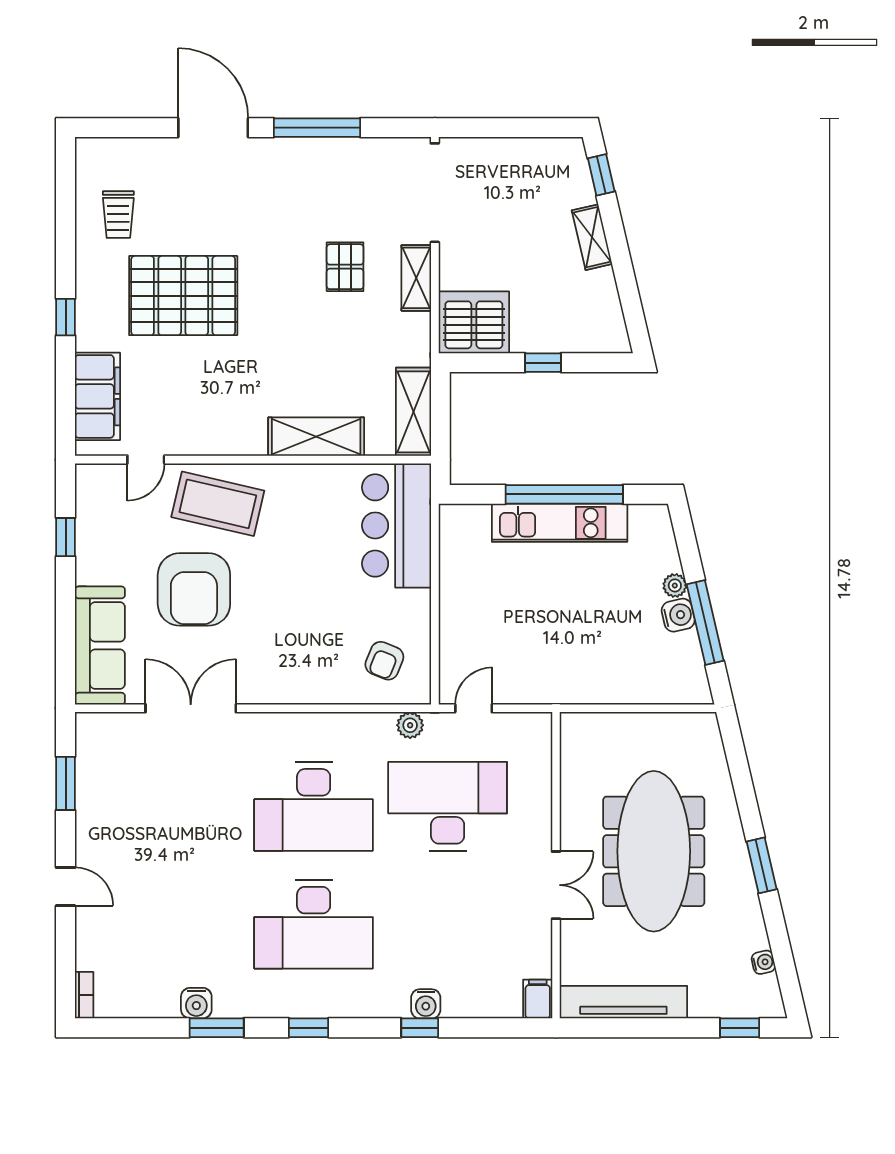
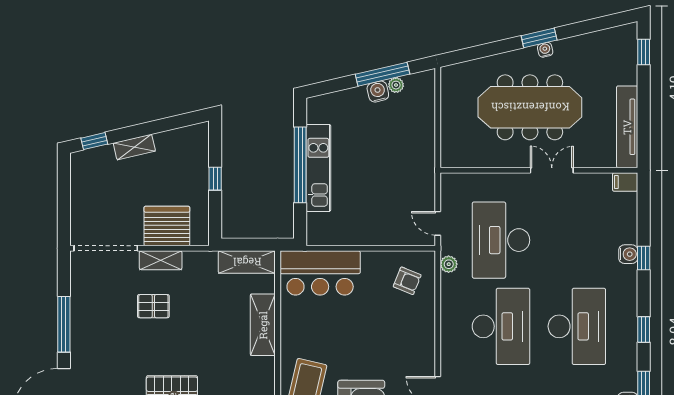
server rack: (474, 322) -> (167, 226), moved, turned 90
plant: (675, 585) -> (396, 85), moved
water cooler: (763, 962) -> (545, 50), moved

